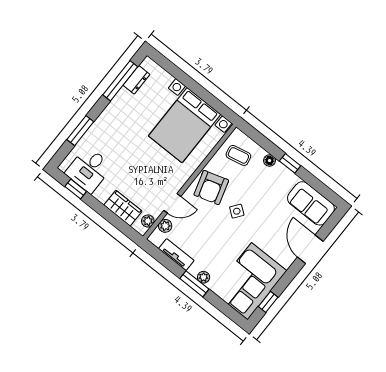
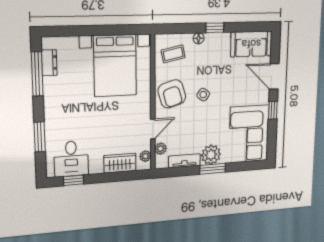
plant: (204, 277) -> (211, 155), width x1.87, depth x1.87
window: (268, 302) -> (273, 110), moved

